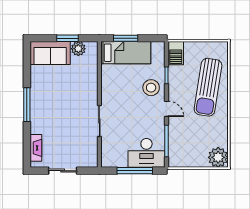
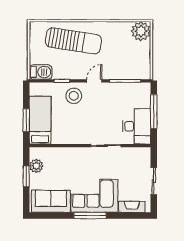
sofa: (50, 53) -> (51, 201), moved, turned -90
corner sofa: (47, 109) -> (94, 196), added
desk: (146, 153) -> (137, 126), moved

